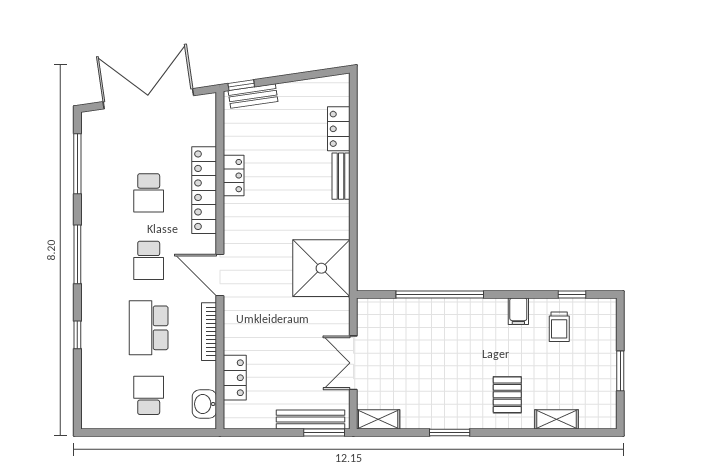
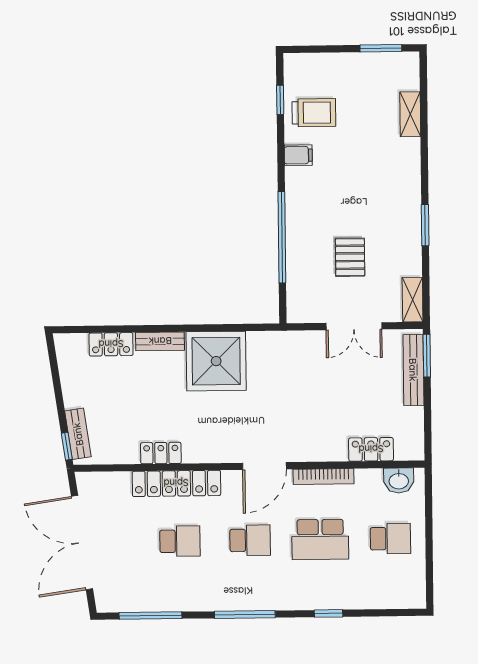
shower: (321, 268) -> (216, 361), moved
trolley: (559, 327) -> (314, 113), width x1.36, depth x1.39
window: (620, 371) -> (381, 48), moved
school desk: (149, 395) -> (390, 539), turned 180
pallet: (507, 395) -> (350, 257), moved, turned 90

